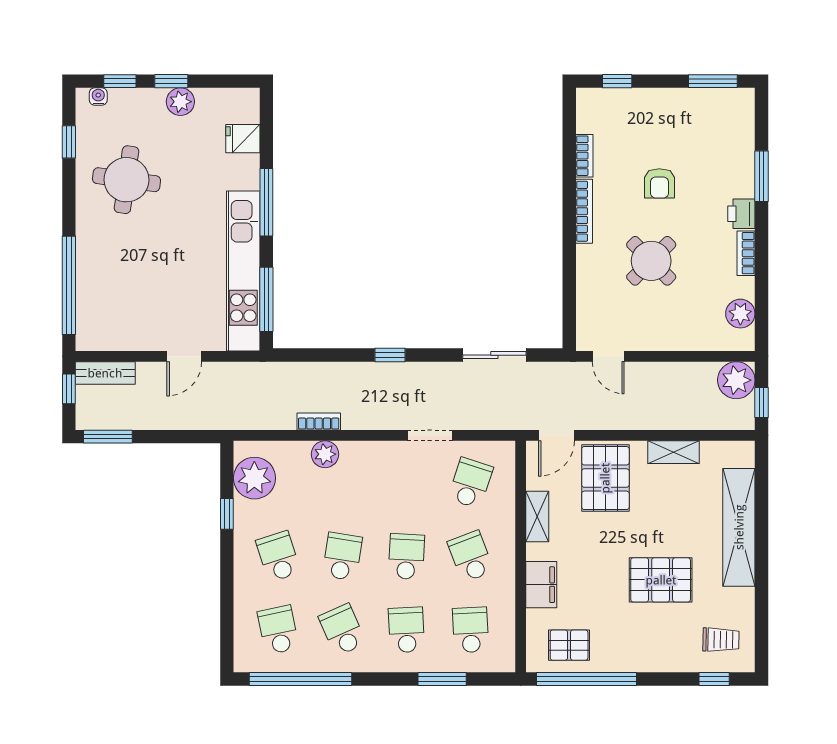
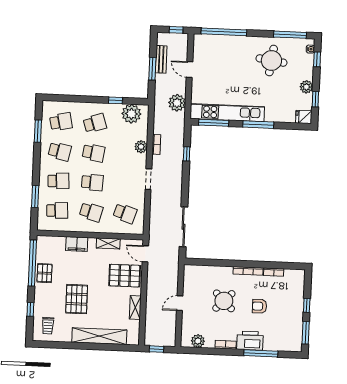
window: (171, 81) -> (315, 99), moved
window: (617, 81) -> (307, 305), moved
fridge: (243, 139) -> (304, 117), moved, turned -90
window: (69, 142) -> (290, 35), width x2.17
window: (762, 176) -> (261, 353), width x1.44
printer: (741, 214) -> (250, 341), width x1.87, depth x1.48
window: (390, 355) -> (187, 154), moved
sliding door: (494, 355) -> (184, 227), width x1.37
door: (184, 356) -> (189, 70), moved
door: (608, 356) -> (180, 303), moved
bench: (105, 373) -> (161, 59), moved
plant: (736, 380) -> (177, 103), moved
doorway: (430, 435) -> (148, 179), moved
window: (108, 437) -> (152, 69), moved
school desk: (471, 556) -> (91, 212), turned 36
school desk: (342, 630) -> (60, 151), turned 36
pallet: (569, 645) -> (45, 273), moved
window: (301, 679) -> (38, 131), width x0.47
window: (714, 679) -> (30, 309), moved

